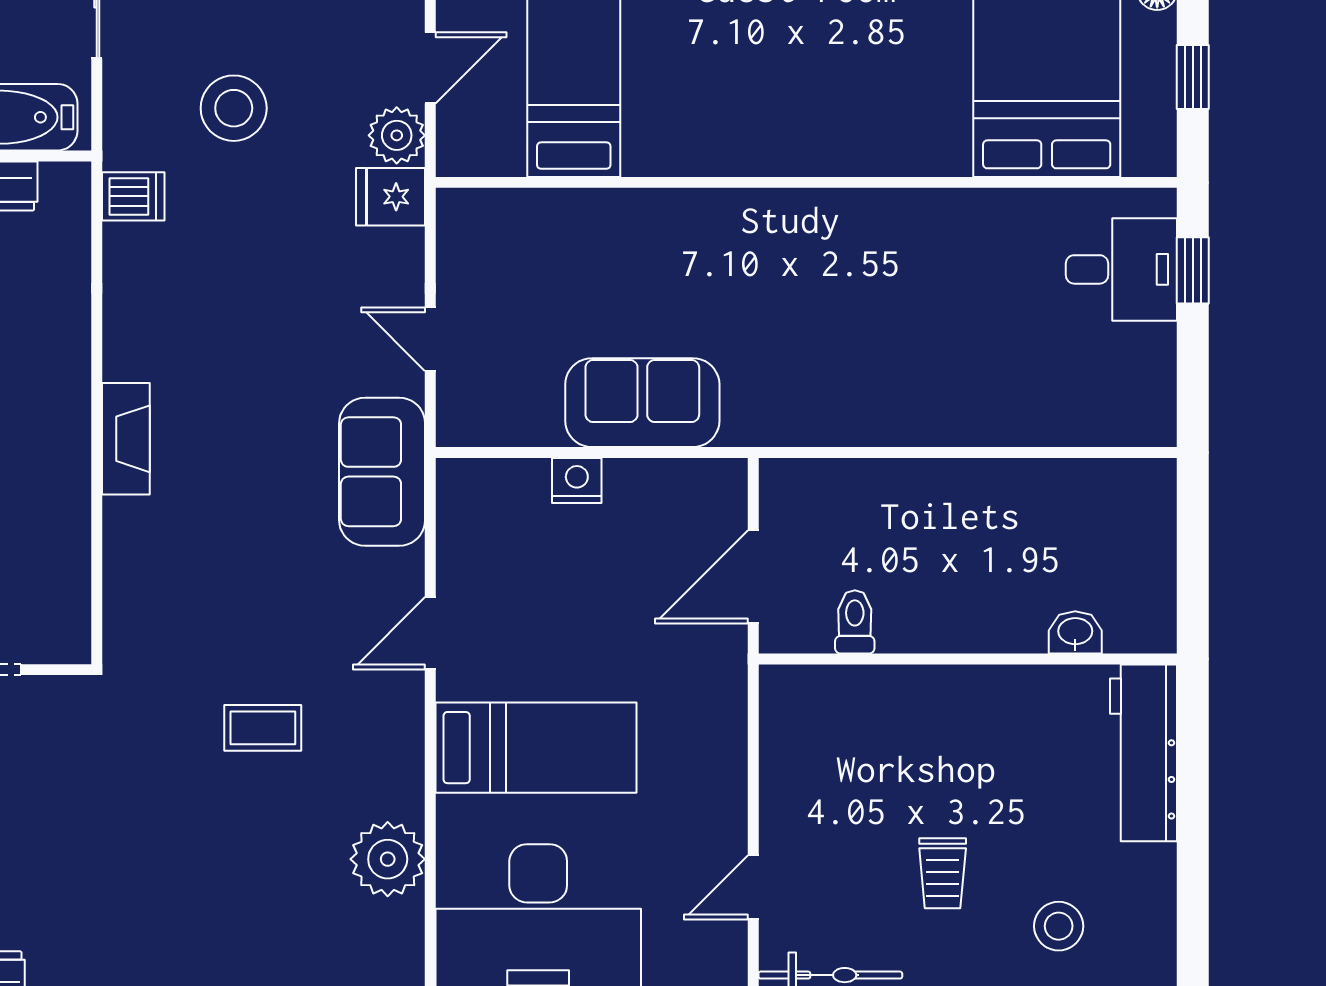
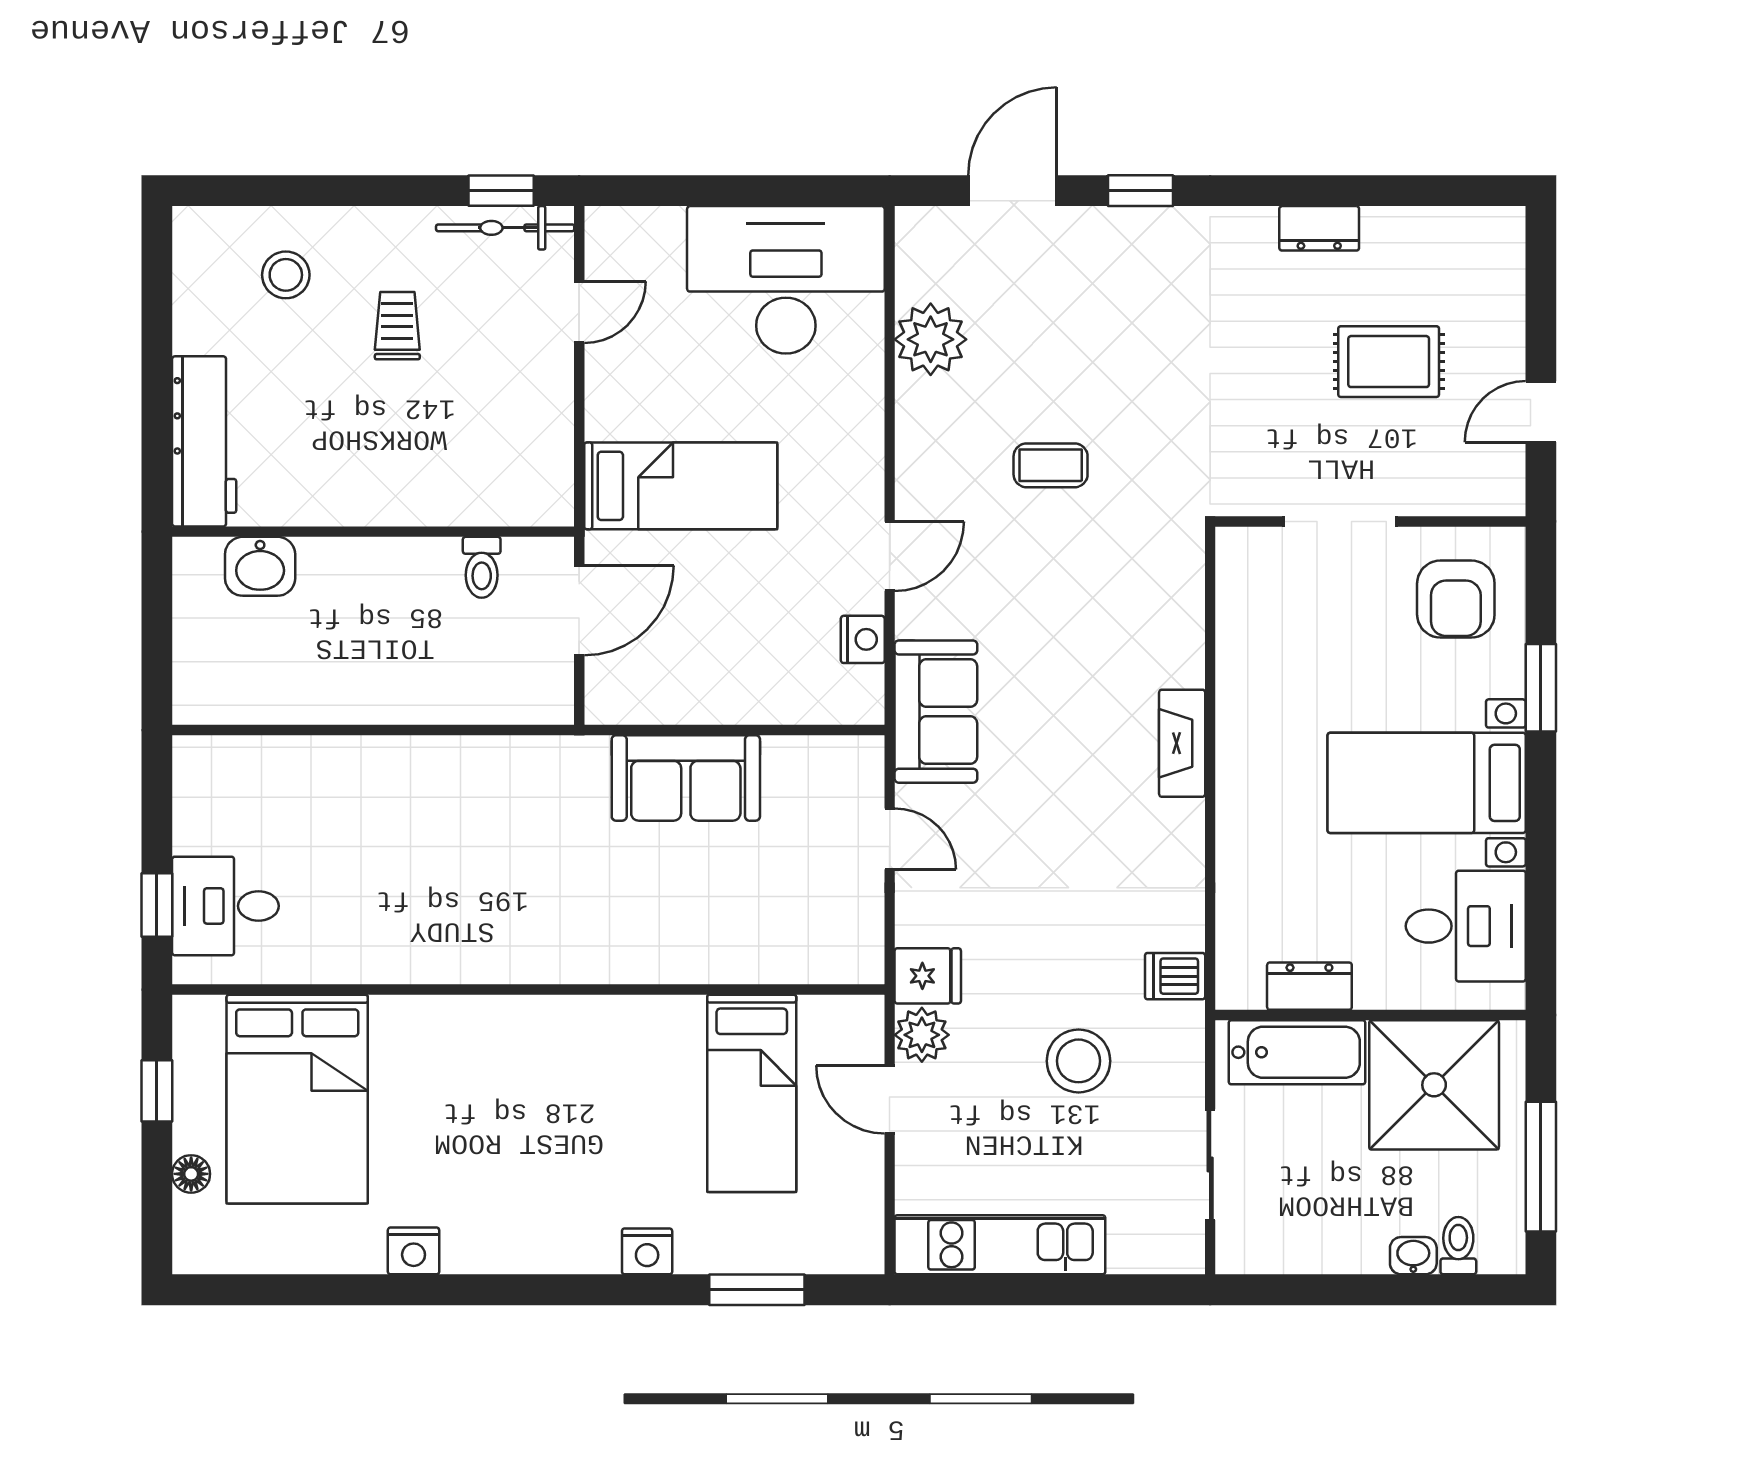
door: (430, 68) -> (890, 1100), hinge flipped
nightstand: (577, 480) -> (863, 639), moved, turned -90
washbasin: (1075, 632) -> (260, 566), width x1.38, depth x1.45
bed: (536, 748) -> (681, 486), moved, turned 180

